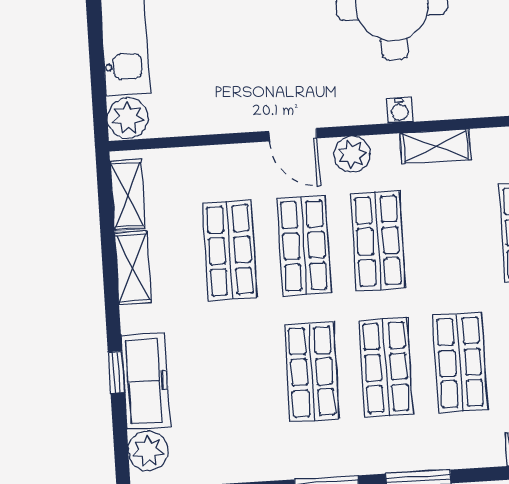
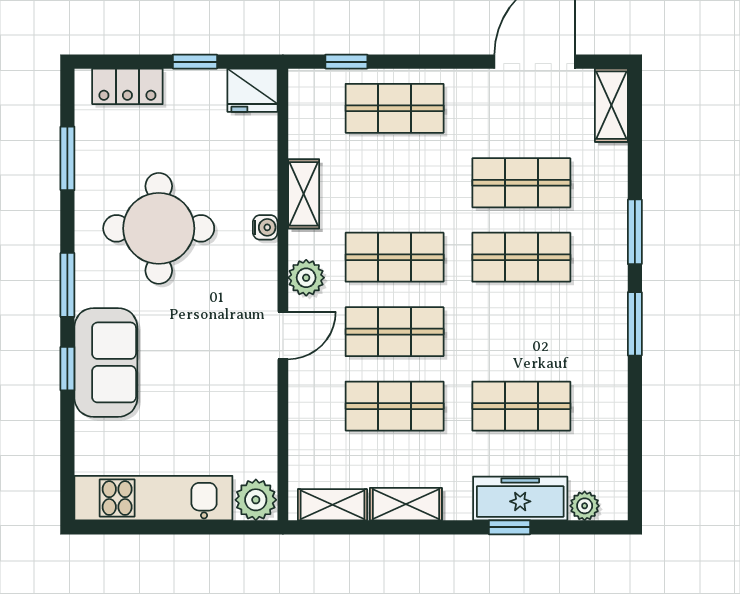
shop shelf: (312, 372) -> (521, 406), moved
plant: (148, 451) -> (585, 506), width x0.73, depth x0.73

